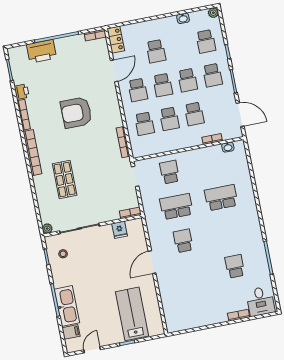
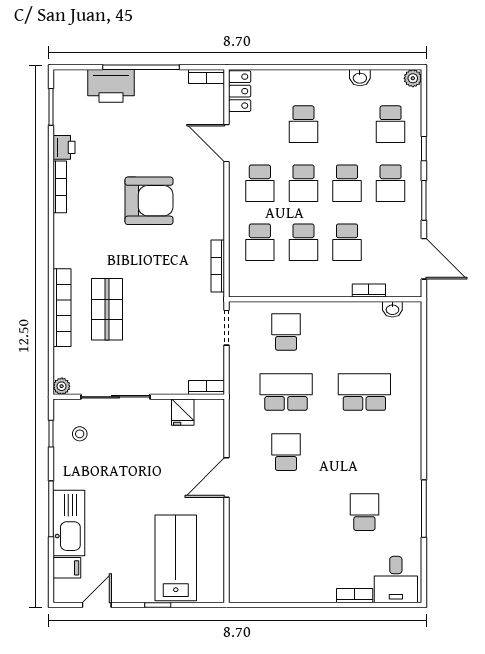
door: (114, 71) -> (227, 143), swing flipped
armchair: (76, 113) -> (149, 201), turned 180
bookcase: (32, 153) -> (62, 308), moved

